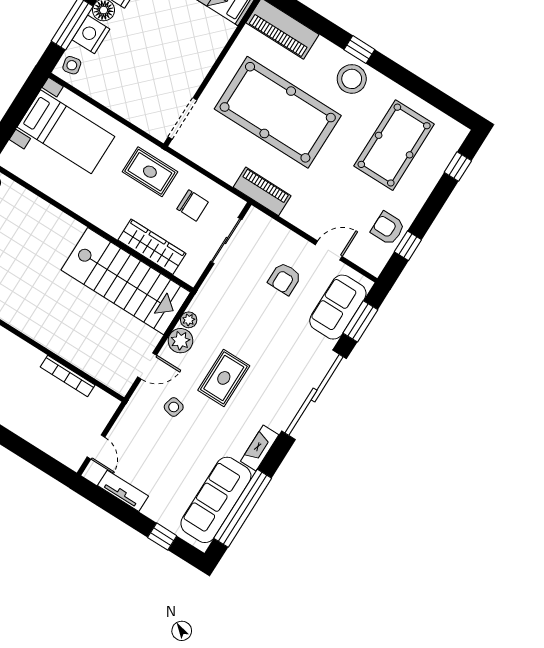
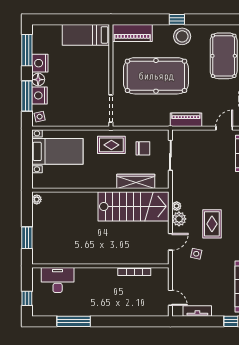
piano: (262, 191) -> (186, 120), moved
armchair: (285, 279) -> (211, 156), removed

